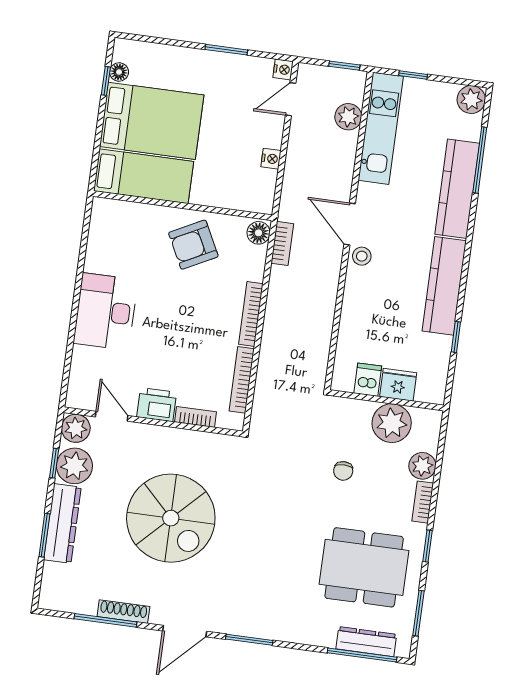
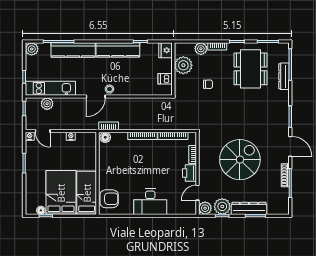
armchair: (193, 245) -> (109, 199), moved, turned -63
fridge: (398, 385) -> (166, 50), moved
dresser: (366, 642) -> (284, 76), moved

